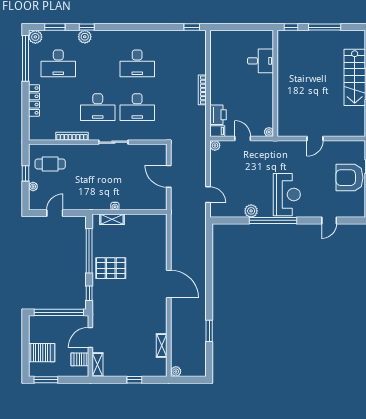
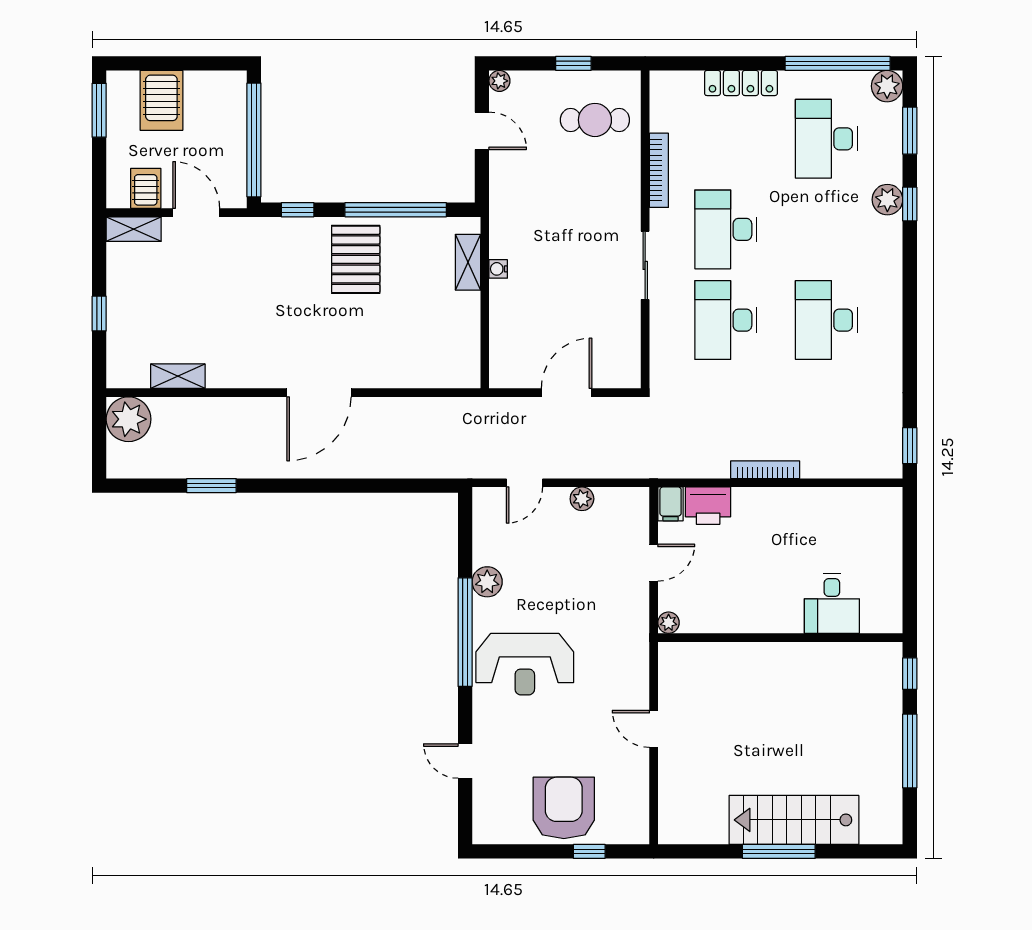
plant: (215, 145) -> (582, 499), moved
cafe table: (50, 164) -> (595, 120), turned 90
plant: (33, 186) -> (499, 81), moved
plant: (176, 371) -> (129, 419), width x1.88, depth x1.88

